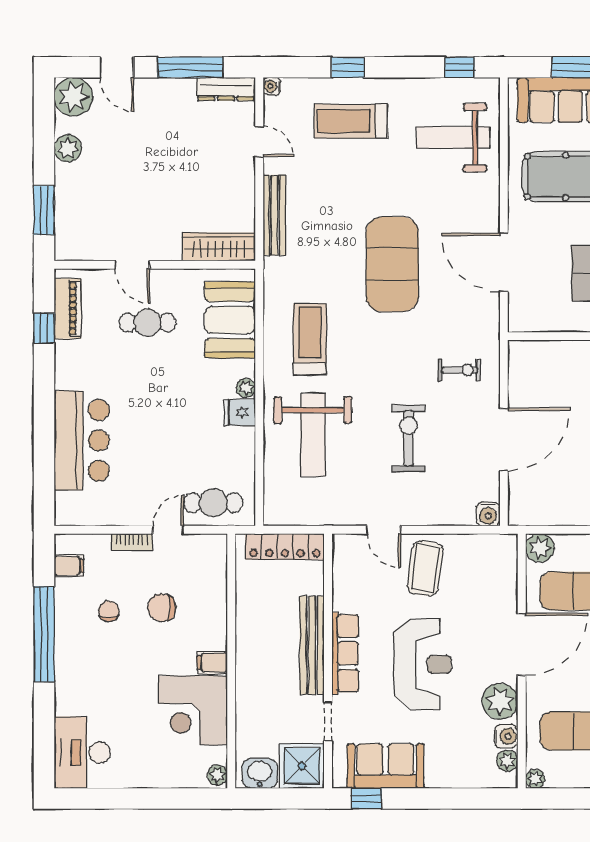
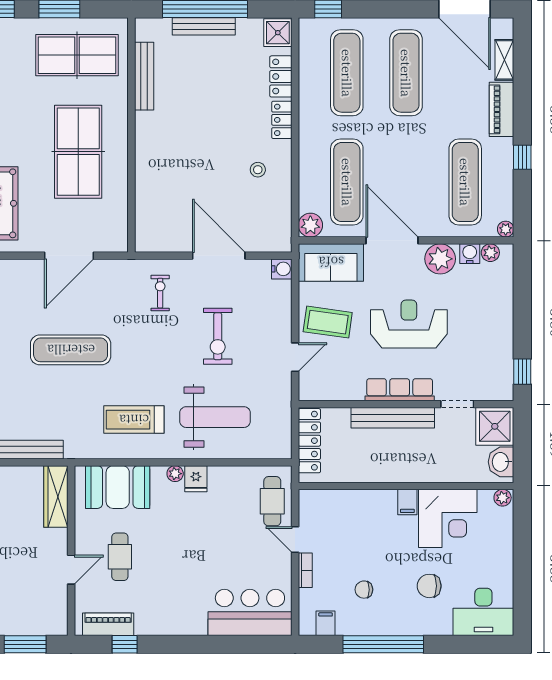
exercise mat: (392, 264) -> (71, 350), width x0.68
exercise bike: (408, 438) -> (218, 336), turned -90
bar counter: (82, 440) -> (250, 612), moved
chair: (162, 608) -> (429, 586), moved, turned 90
sofa: (386, 766) -> (331, 262), moved, turned -90

